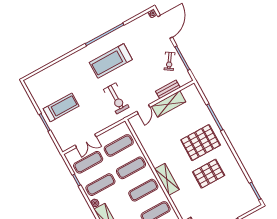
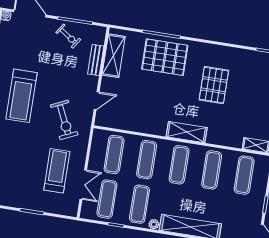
exercise bike: (116, 98) -> (64, 120), turned 65
shelving: (169, 104) -> (114, 56), moved
treadmill: (61, 107) -> (57, 171), moved
door: (143, 109) -> (97, 101), hinge flipped
pallet: (201, 143) -> (165, 57), moved, turned 90

